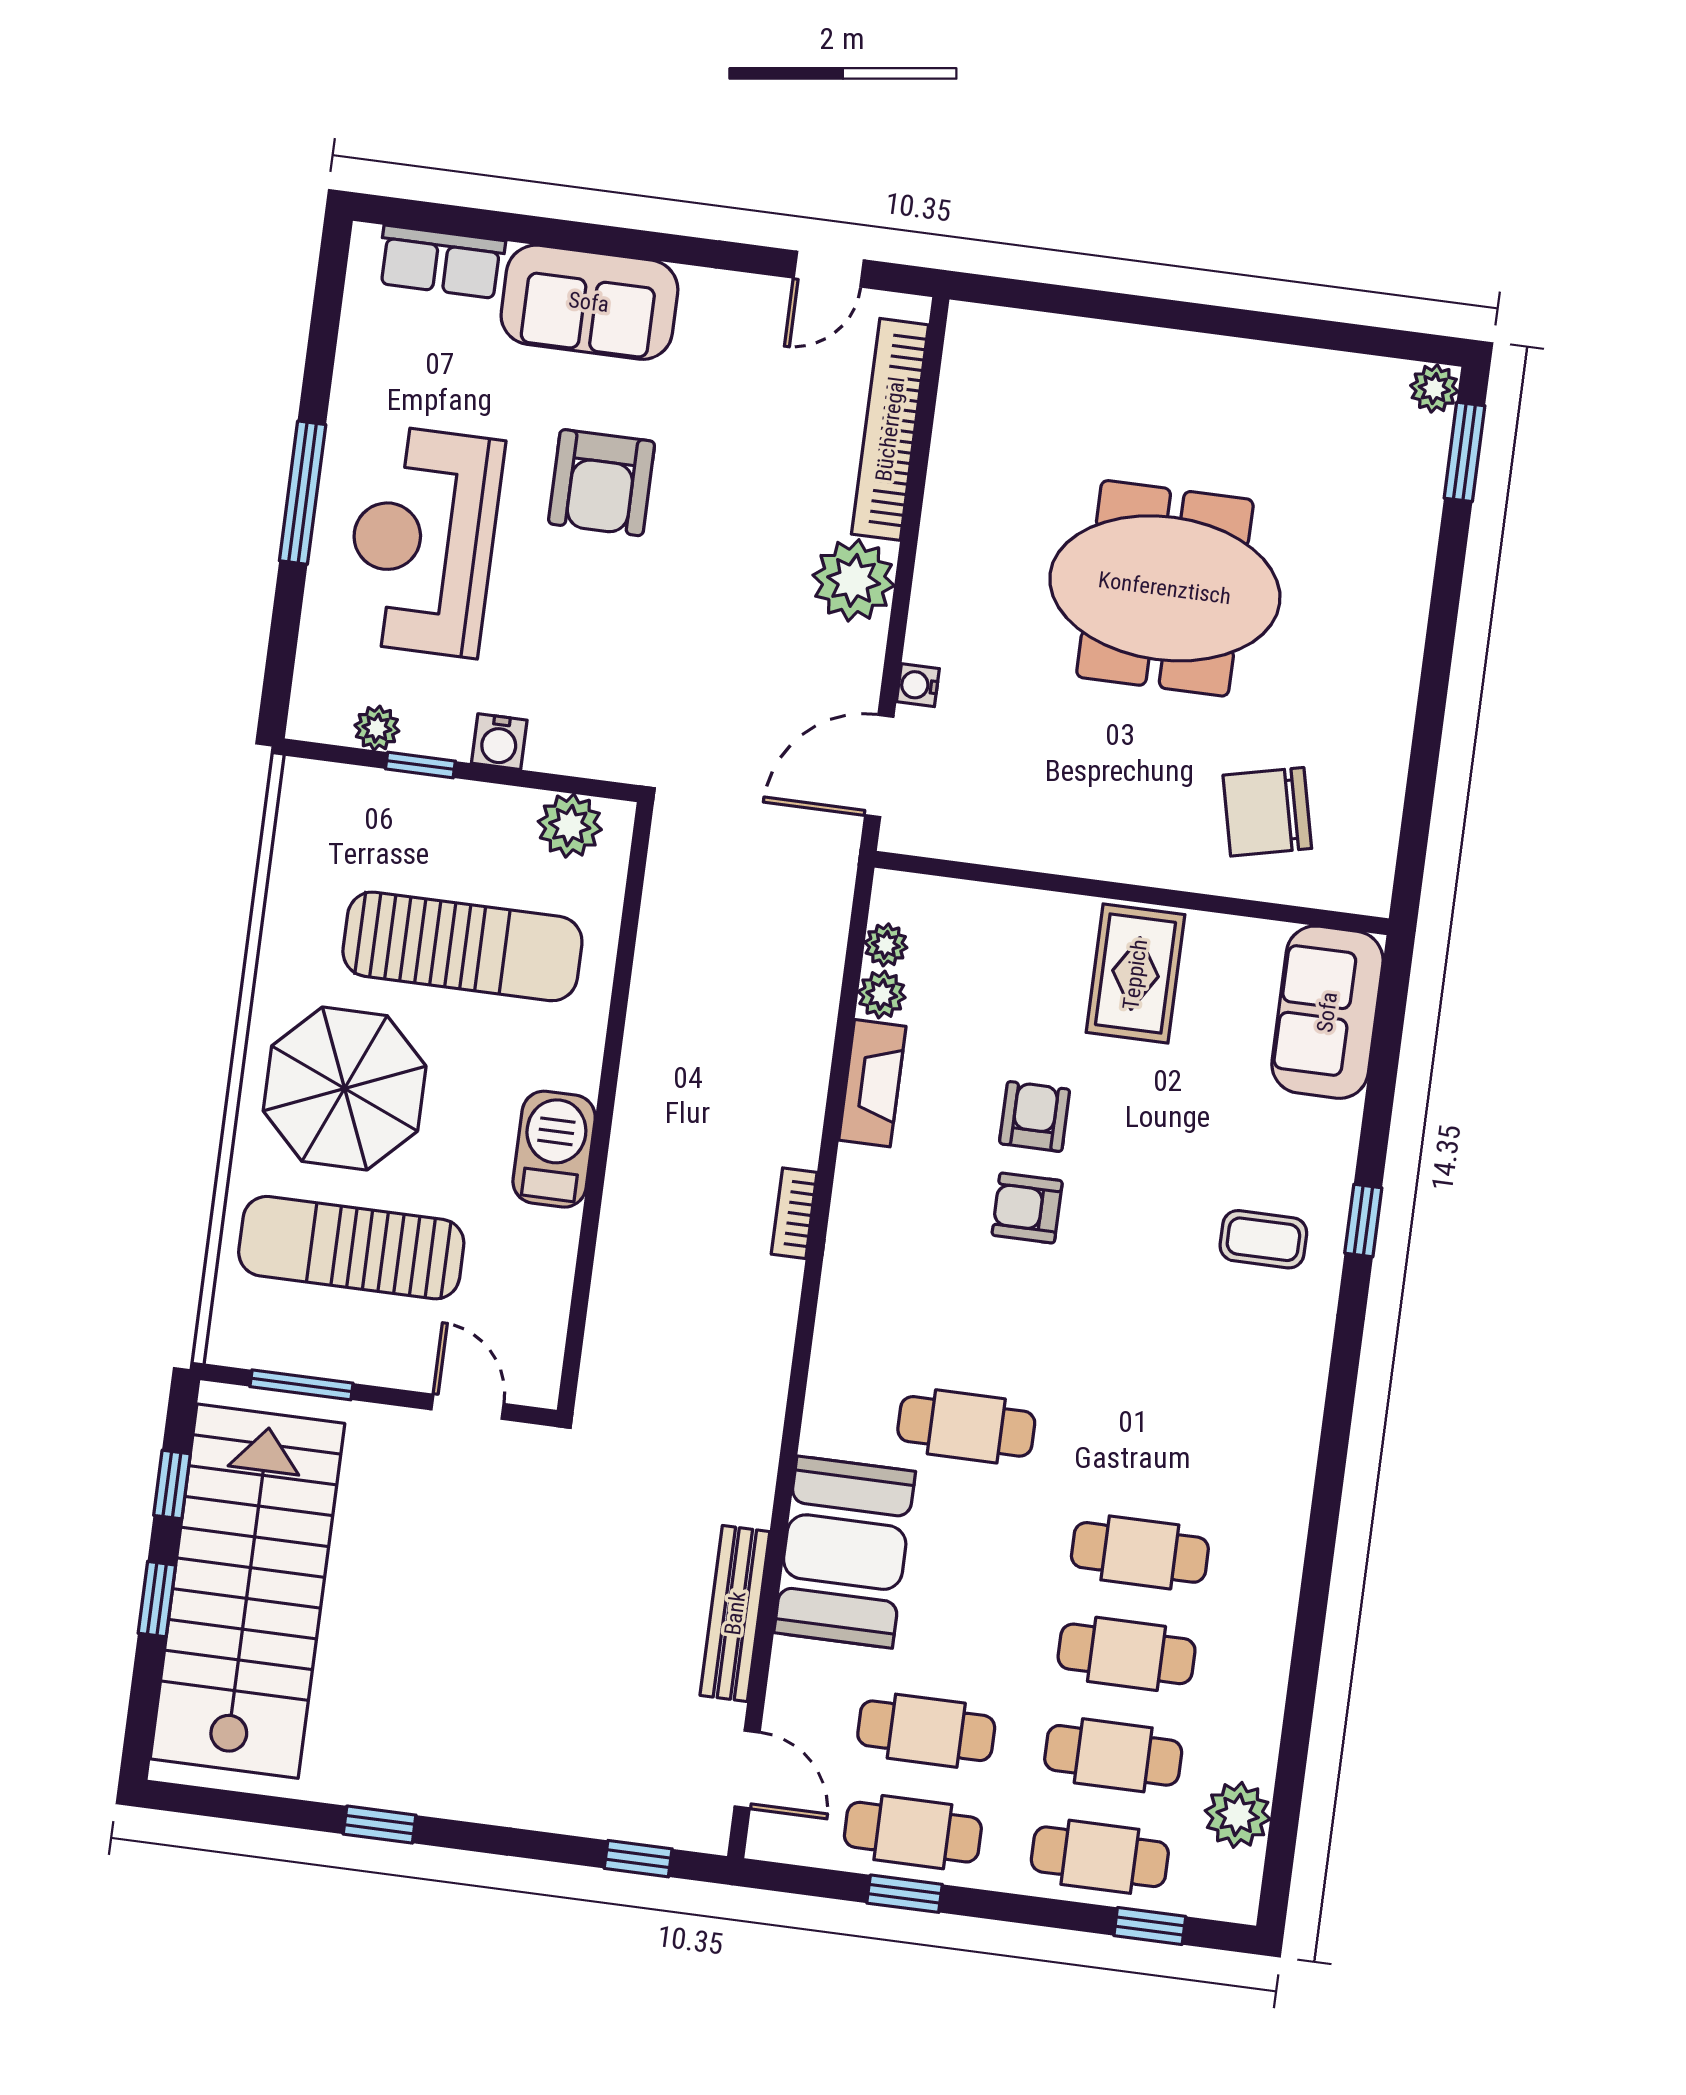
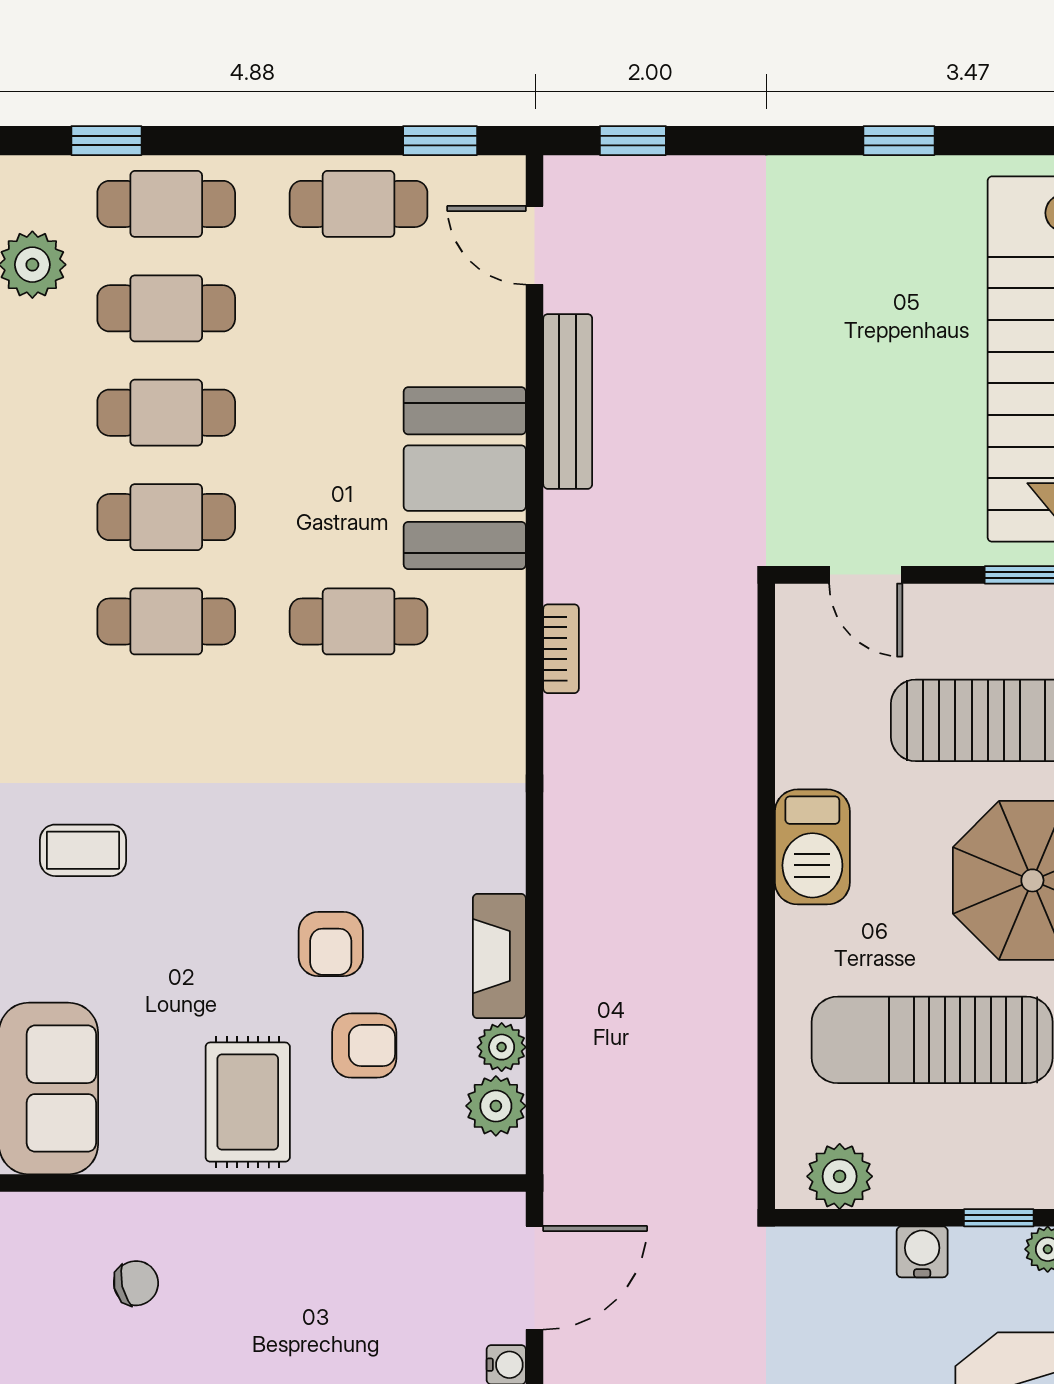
chair: (1267, 812) -> (136, 1283), width x0.54, depth x0.54
plant: (886, 945) -> (496, 1106), width x1.38, depth x1.38
armchair: (1027, 1208) -> (364, 1046), moved
bookcase: (794, 1213) -> (561, 649), moved
cafe table: (926, 1731) -> (166, 621), moved
window: (905, 1894) -> (440, 141), moved

